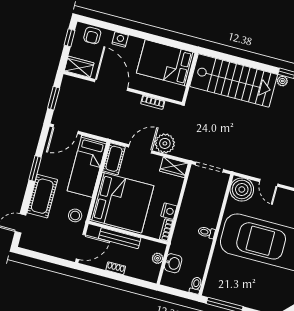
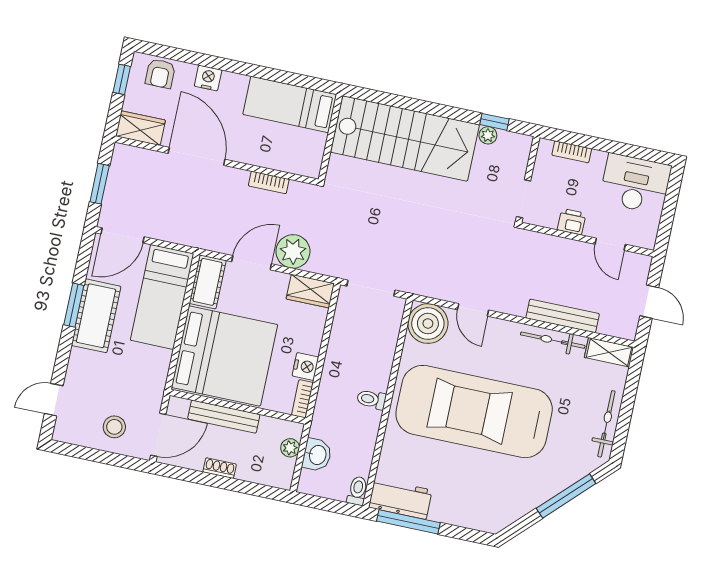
bed: (166, 63) -> (290, 104), width x0.67
cot: (42, 196) -> (96, 316), moved
stool: (75, 215) -> (114, 427), moved
workbench: (221, 291) -> (400, 499), added

